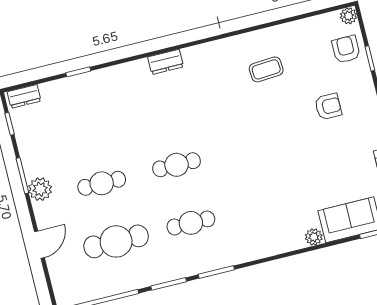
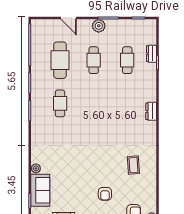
dresser: (24, 96) -> (151, 54), moved
cafe table: (177, 165) -> (127, 60), moved

